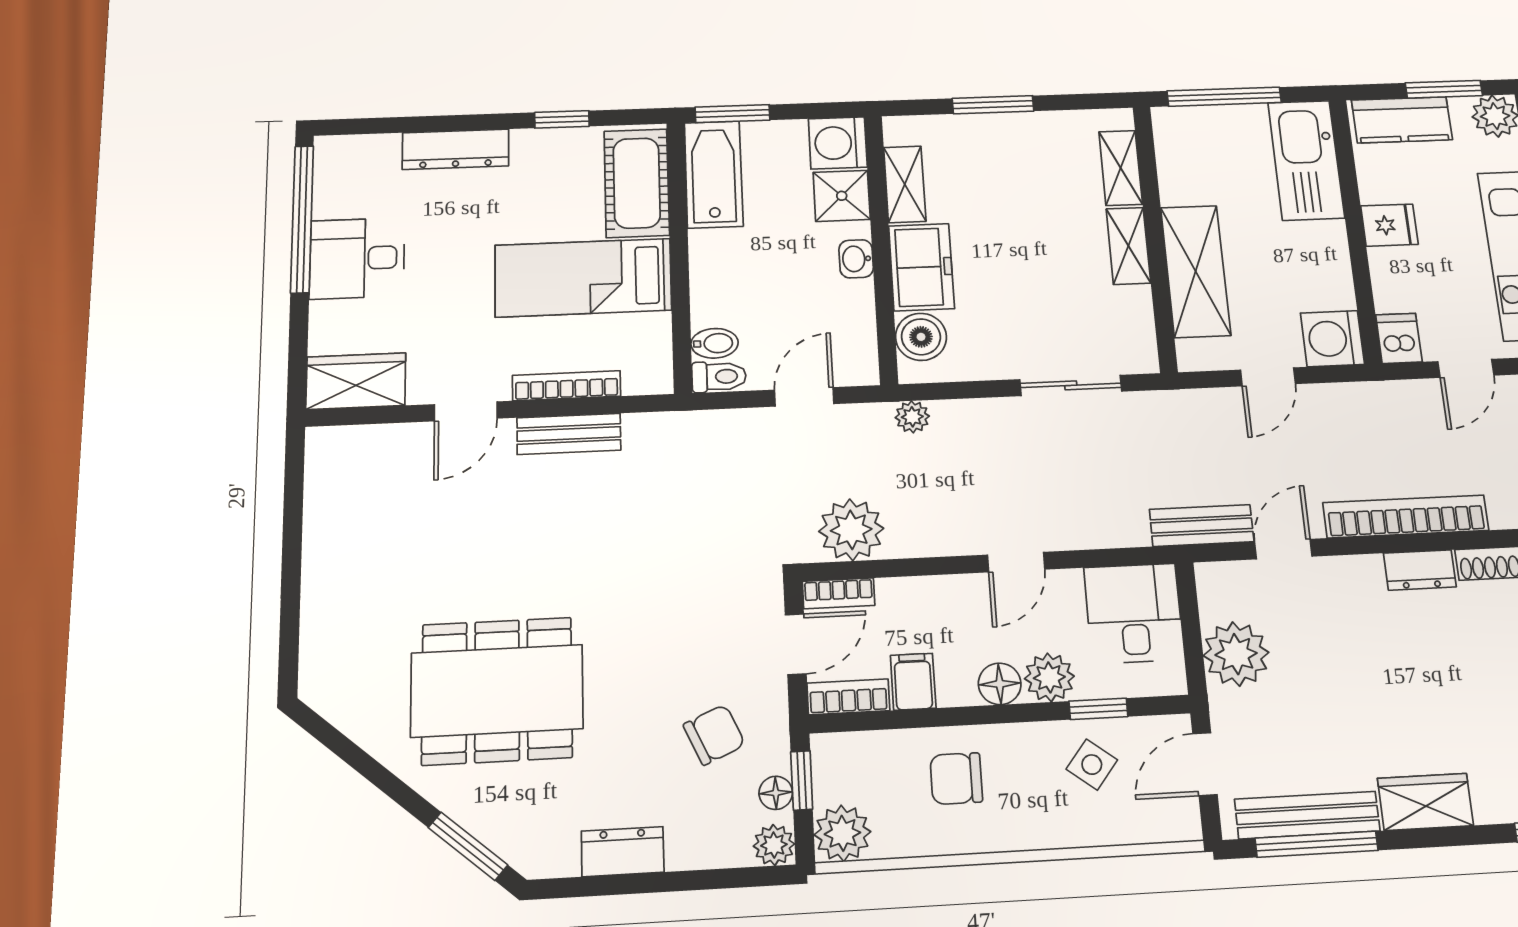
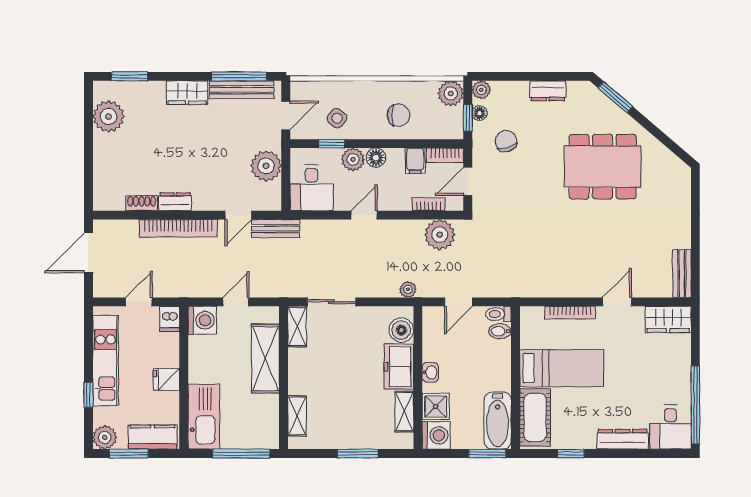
shelving: (1128, 246) -> (297, 327), moved
desk: (357, 258) -> (670, 427), moved, turned 90
bench: (569, 434) -> (682, 273), moved, turned 90
bookcase: (839, 593) -> (429, 204), moved
chair: (714, 735) -> (506, 141), turned 99

